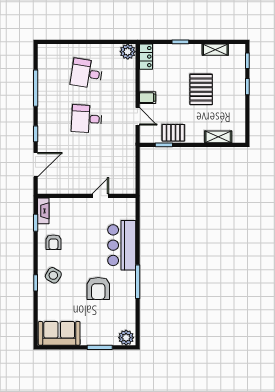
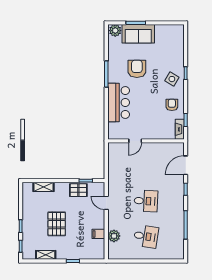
plant: (128, 52) -> (114, 236), moved
locker: (146, 57) -> (100, 249), removed
filing cabinet: (148, 98) -> (98, 234), moved
sofa: (59, 333) -> (138, 34), moved

